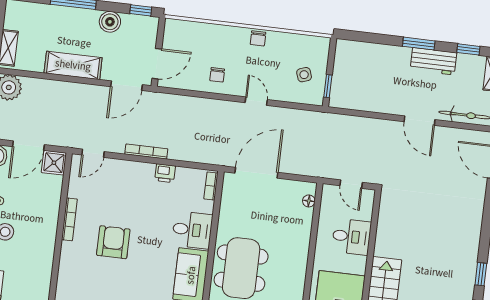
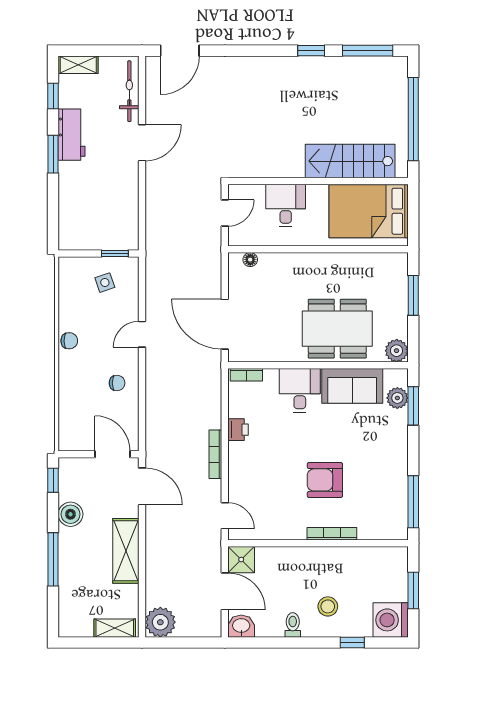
bookcase: (69, 219) -> (332, 534), moved

